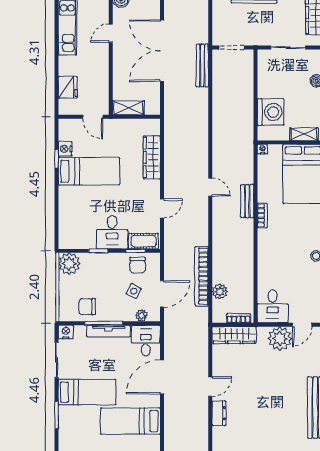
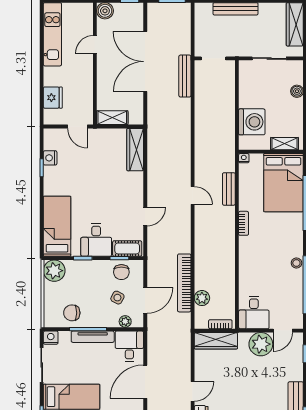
wardrobe: (152, 157) -> (135, 150), moved
bed: (89, 171) -> (57, 226), moved, turned -90
bench: (247, 201) -> (229, 189), moved

